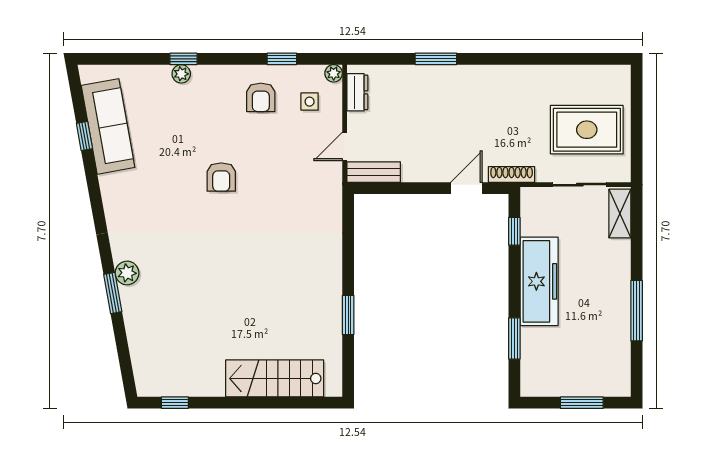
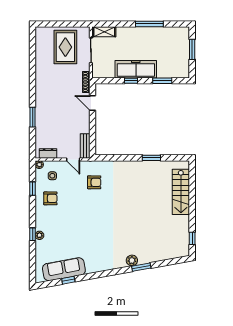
armchair: (221, 177) -> (94, 182), moved
window: (514, 231) -> (131, 81), moved

